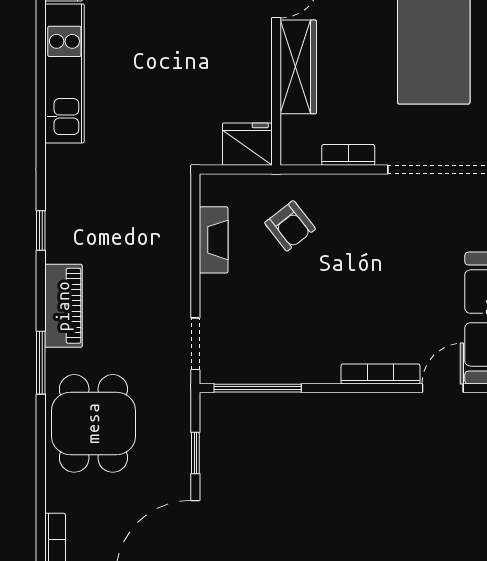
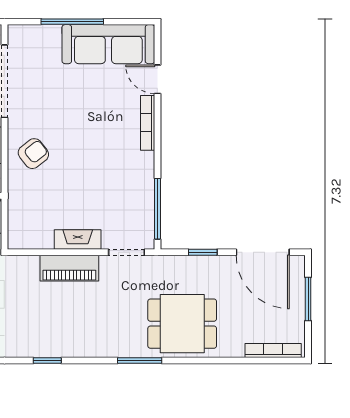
armchair: (290, 226) -> (33, 154), moved
fireplace: (214, 240) -> (78, 240), moved
piano: (63, 306) -> (69, 268), moved, turned 180

